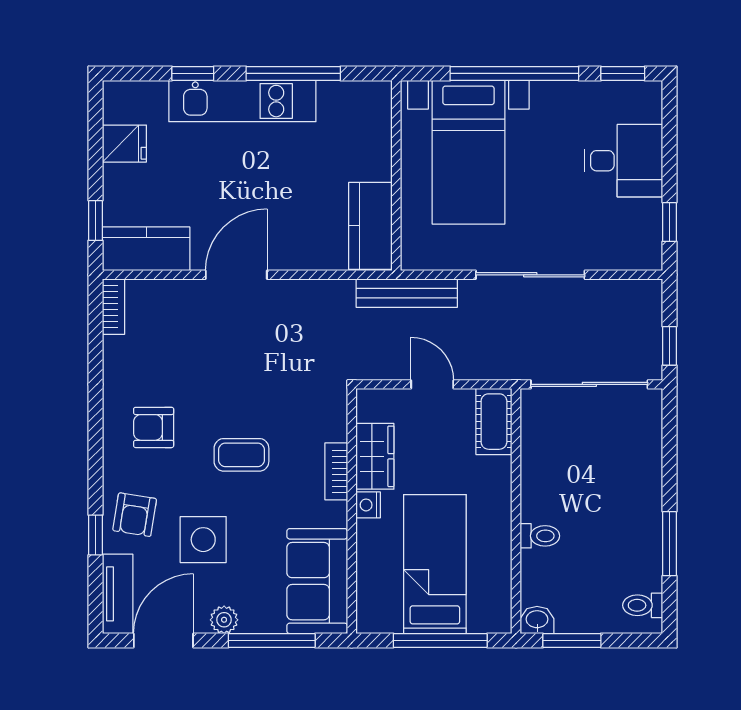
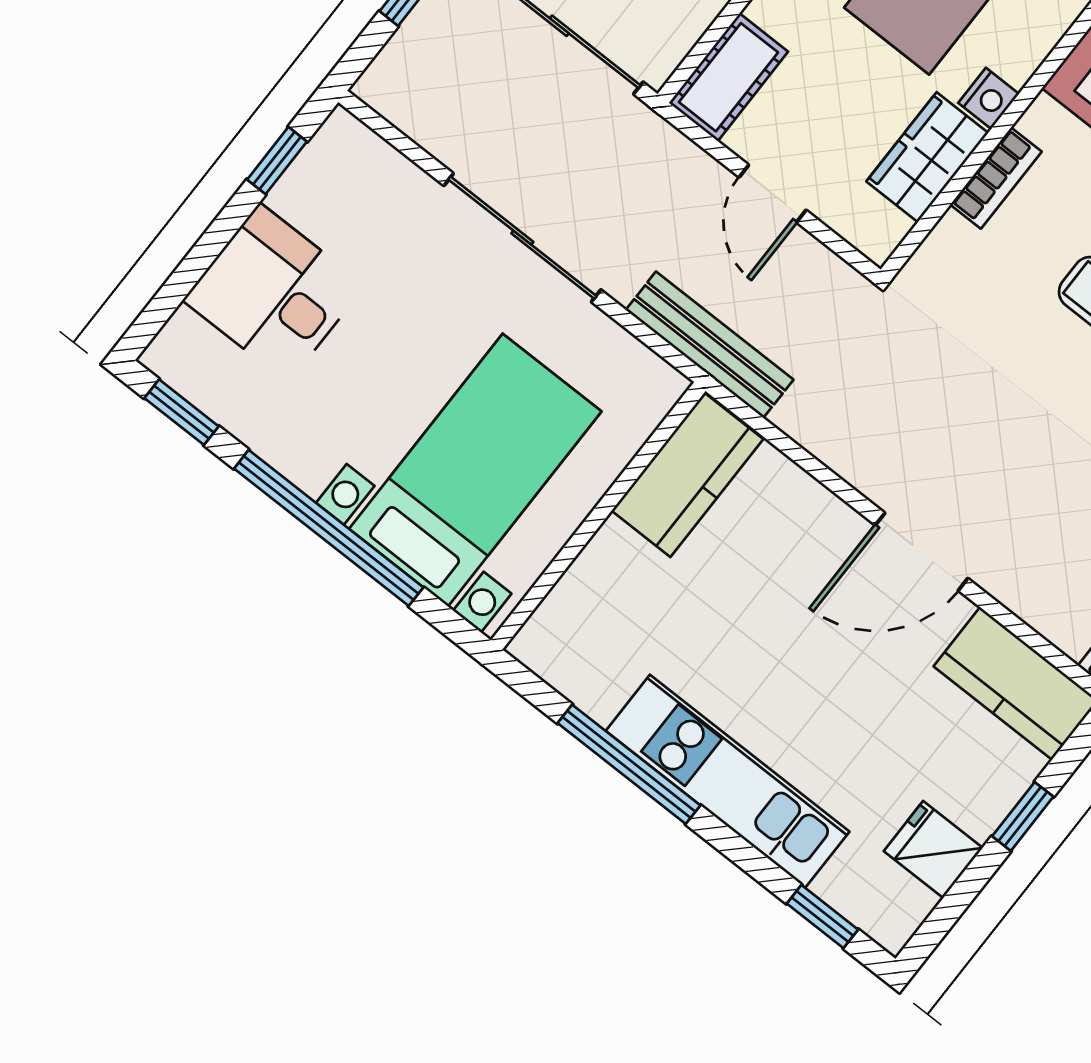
window: (193, 73) -> (822, 917), moved
window: (96, 221) -> (1023, 816), moved

